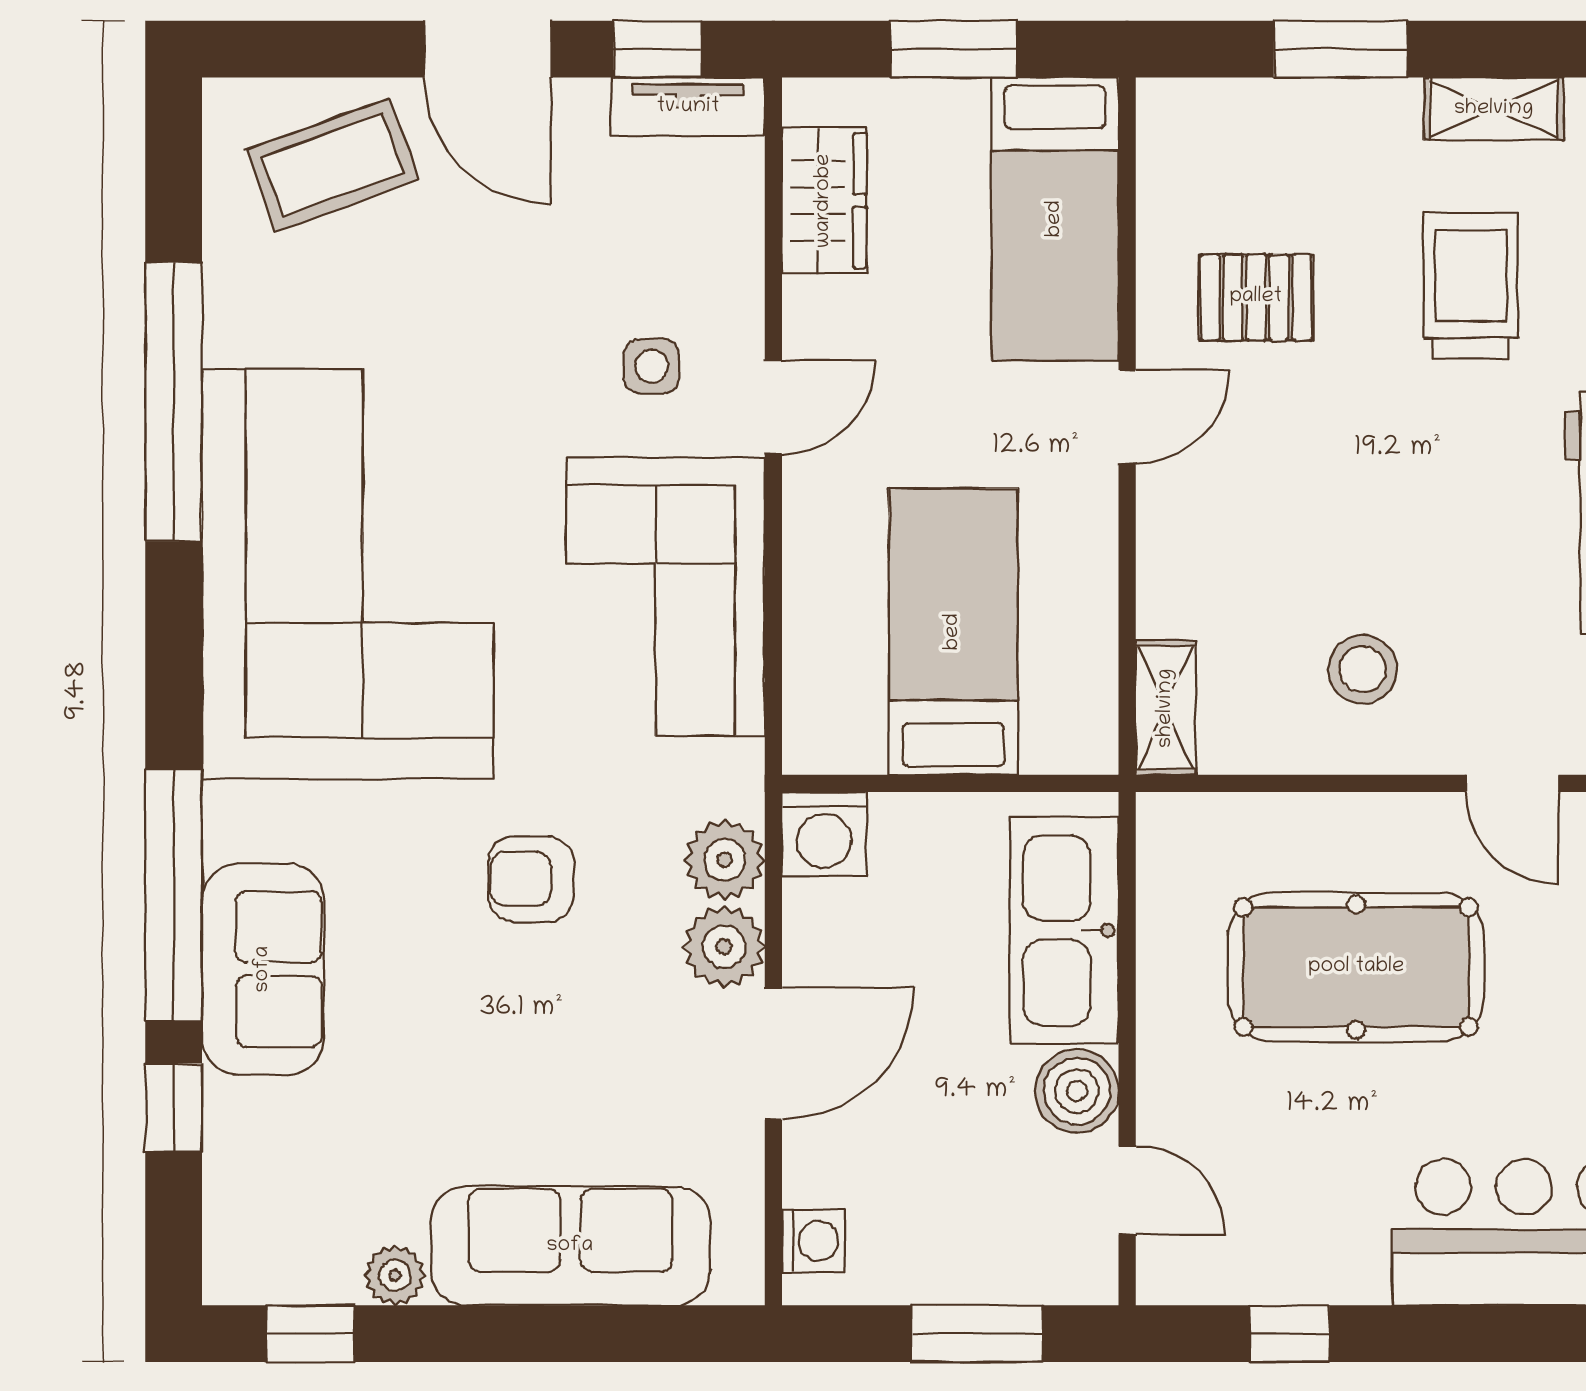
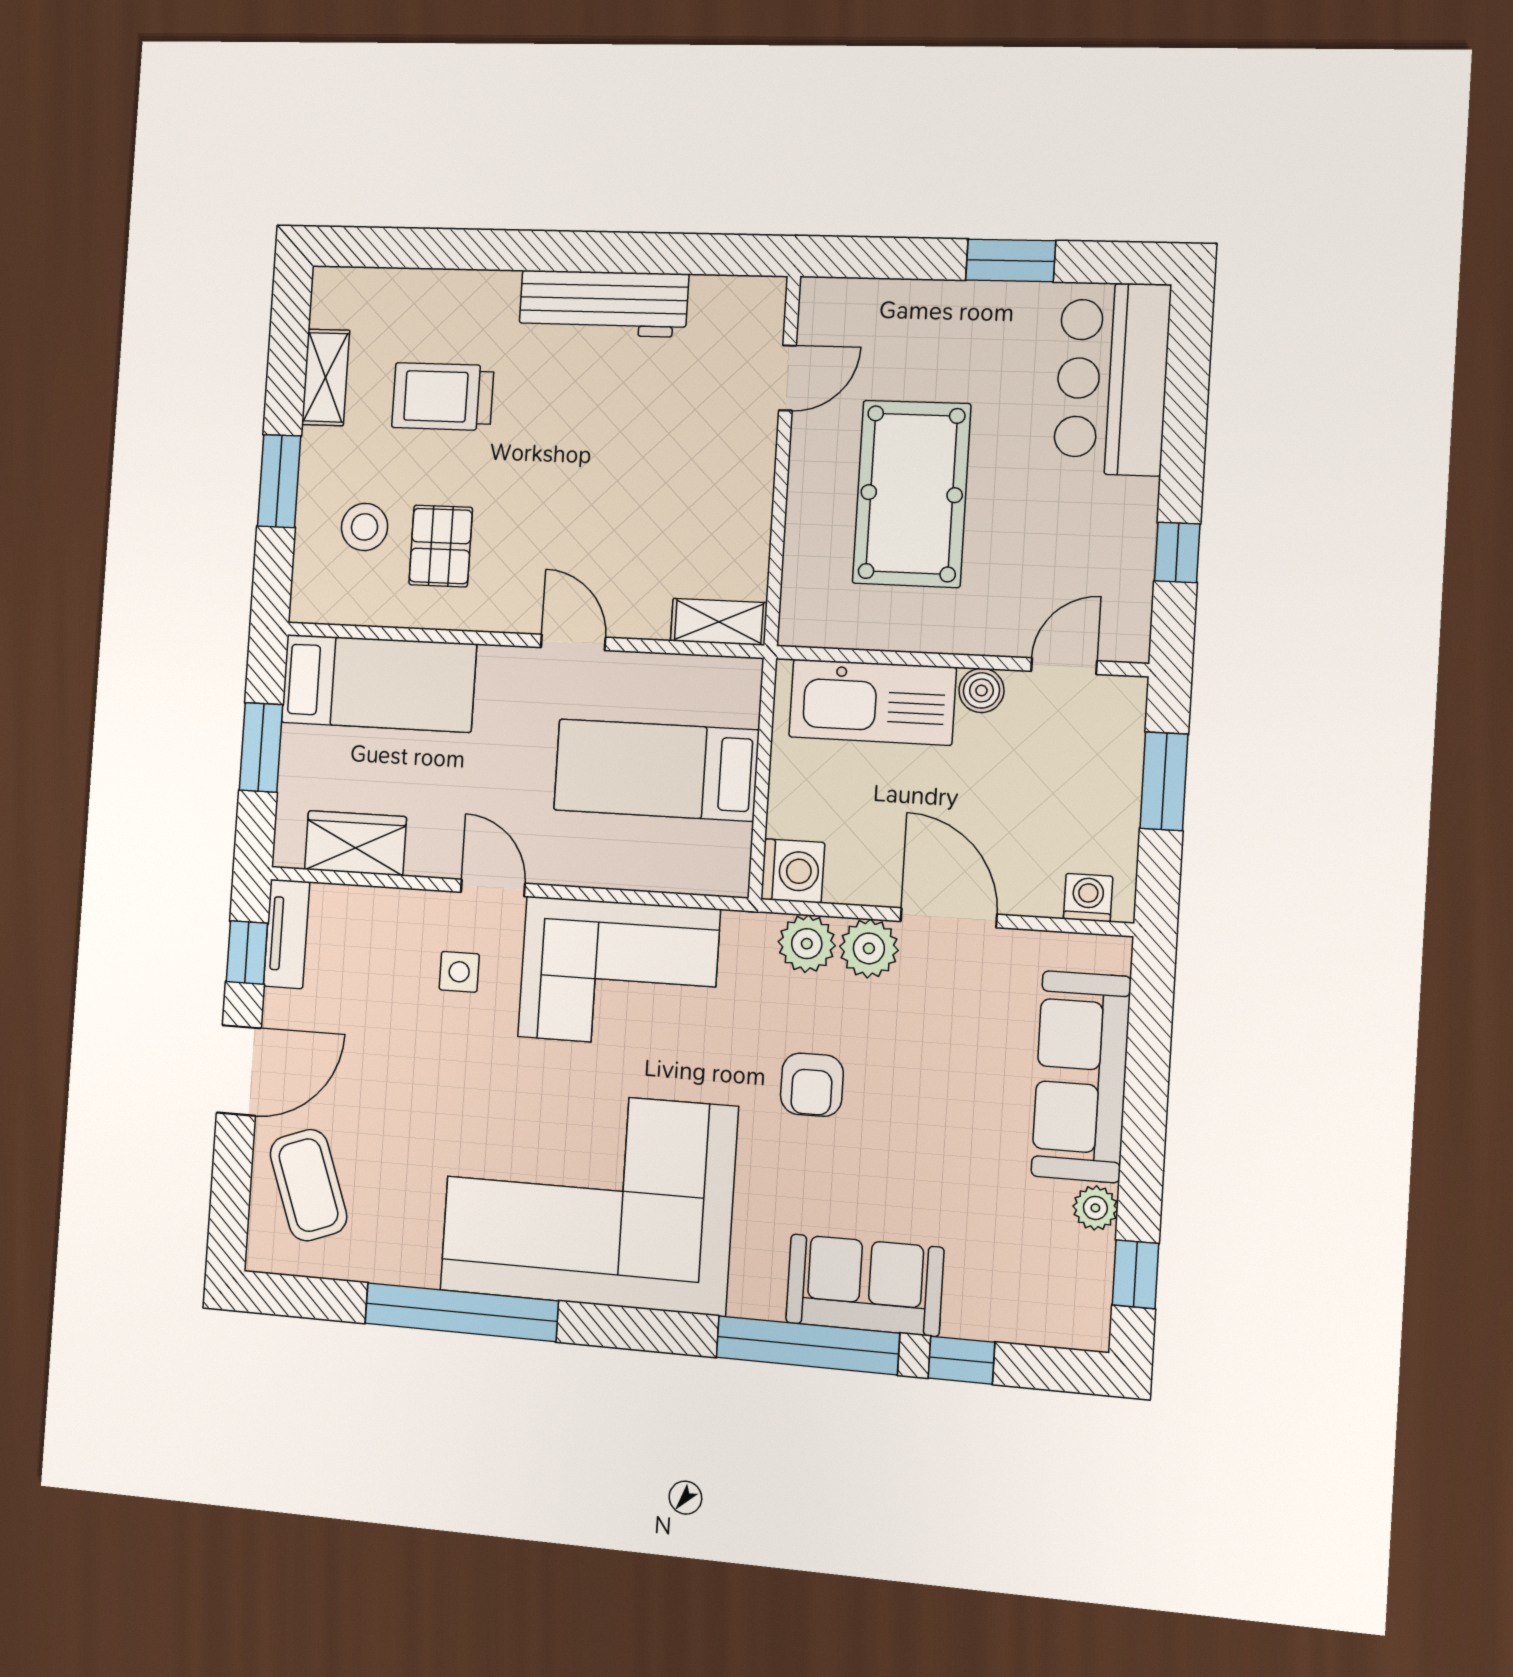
door: (1127, 417) -> (573, 642), moved
stool: (1363, 669) -> (365, 527), moved
boiler: (1077, 1091) -> (981, 690), width x0.73, depth x0.73

